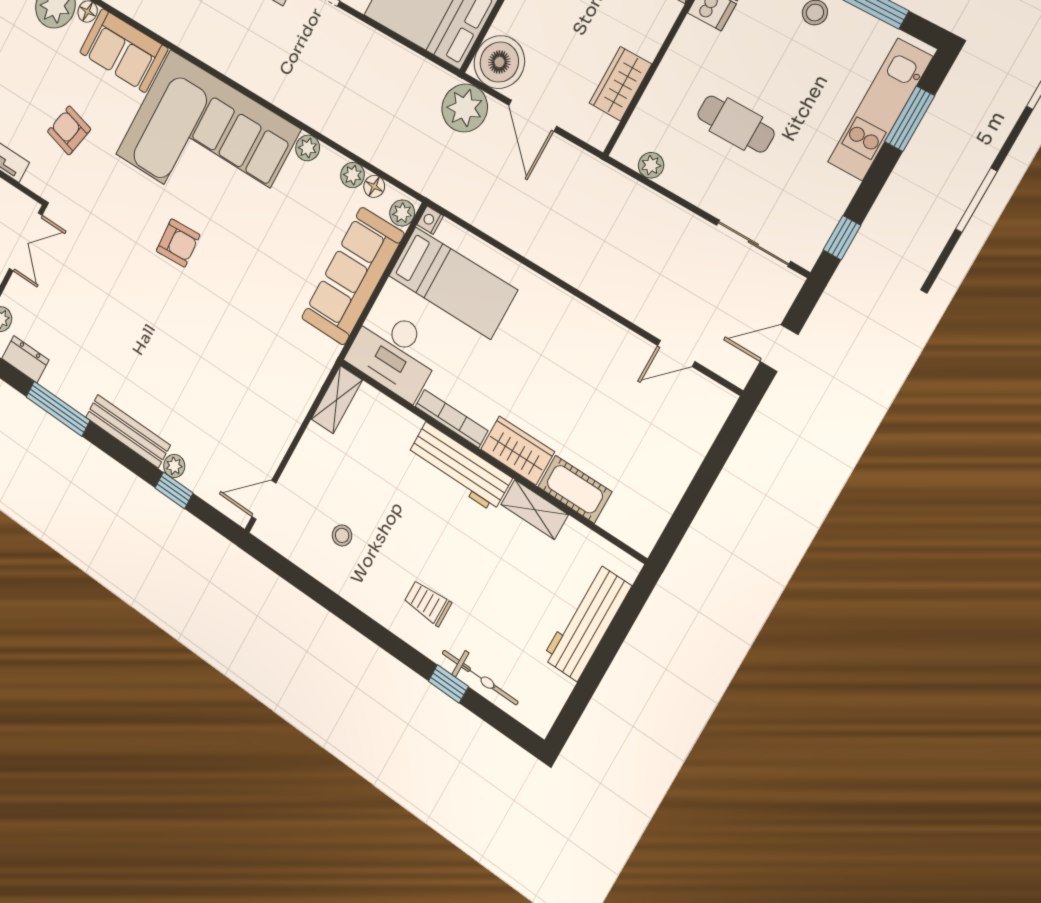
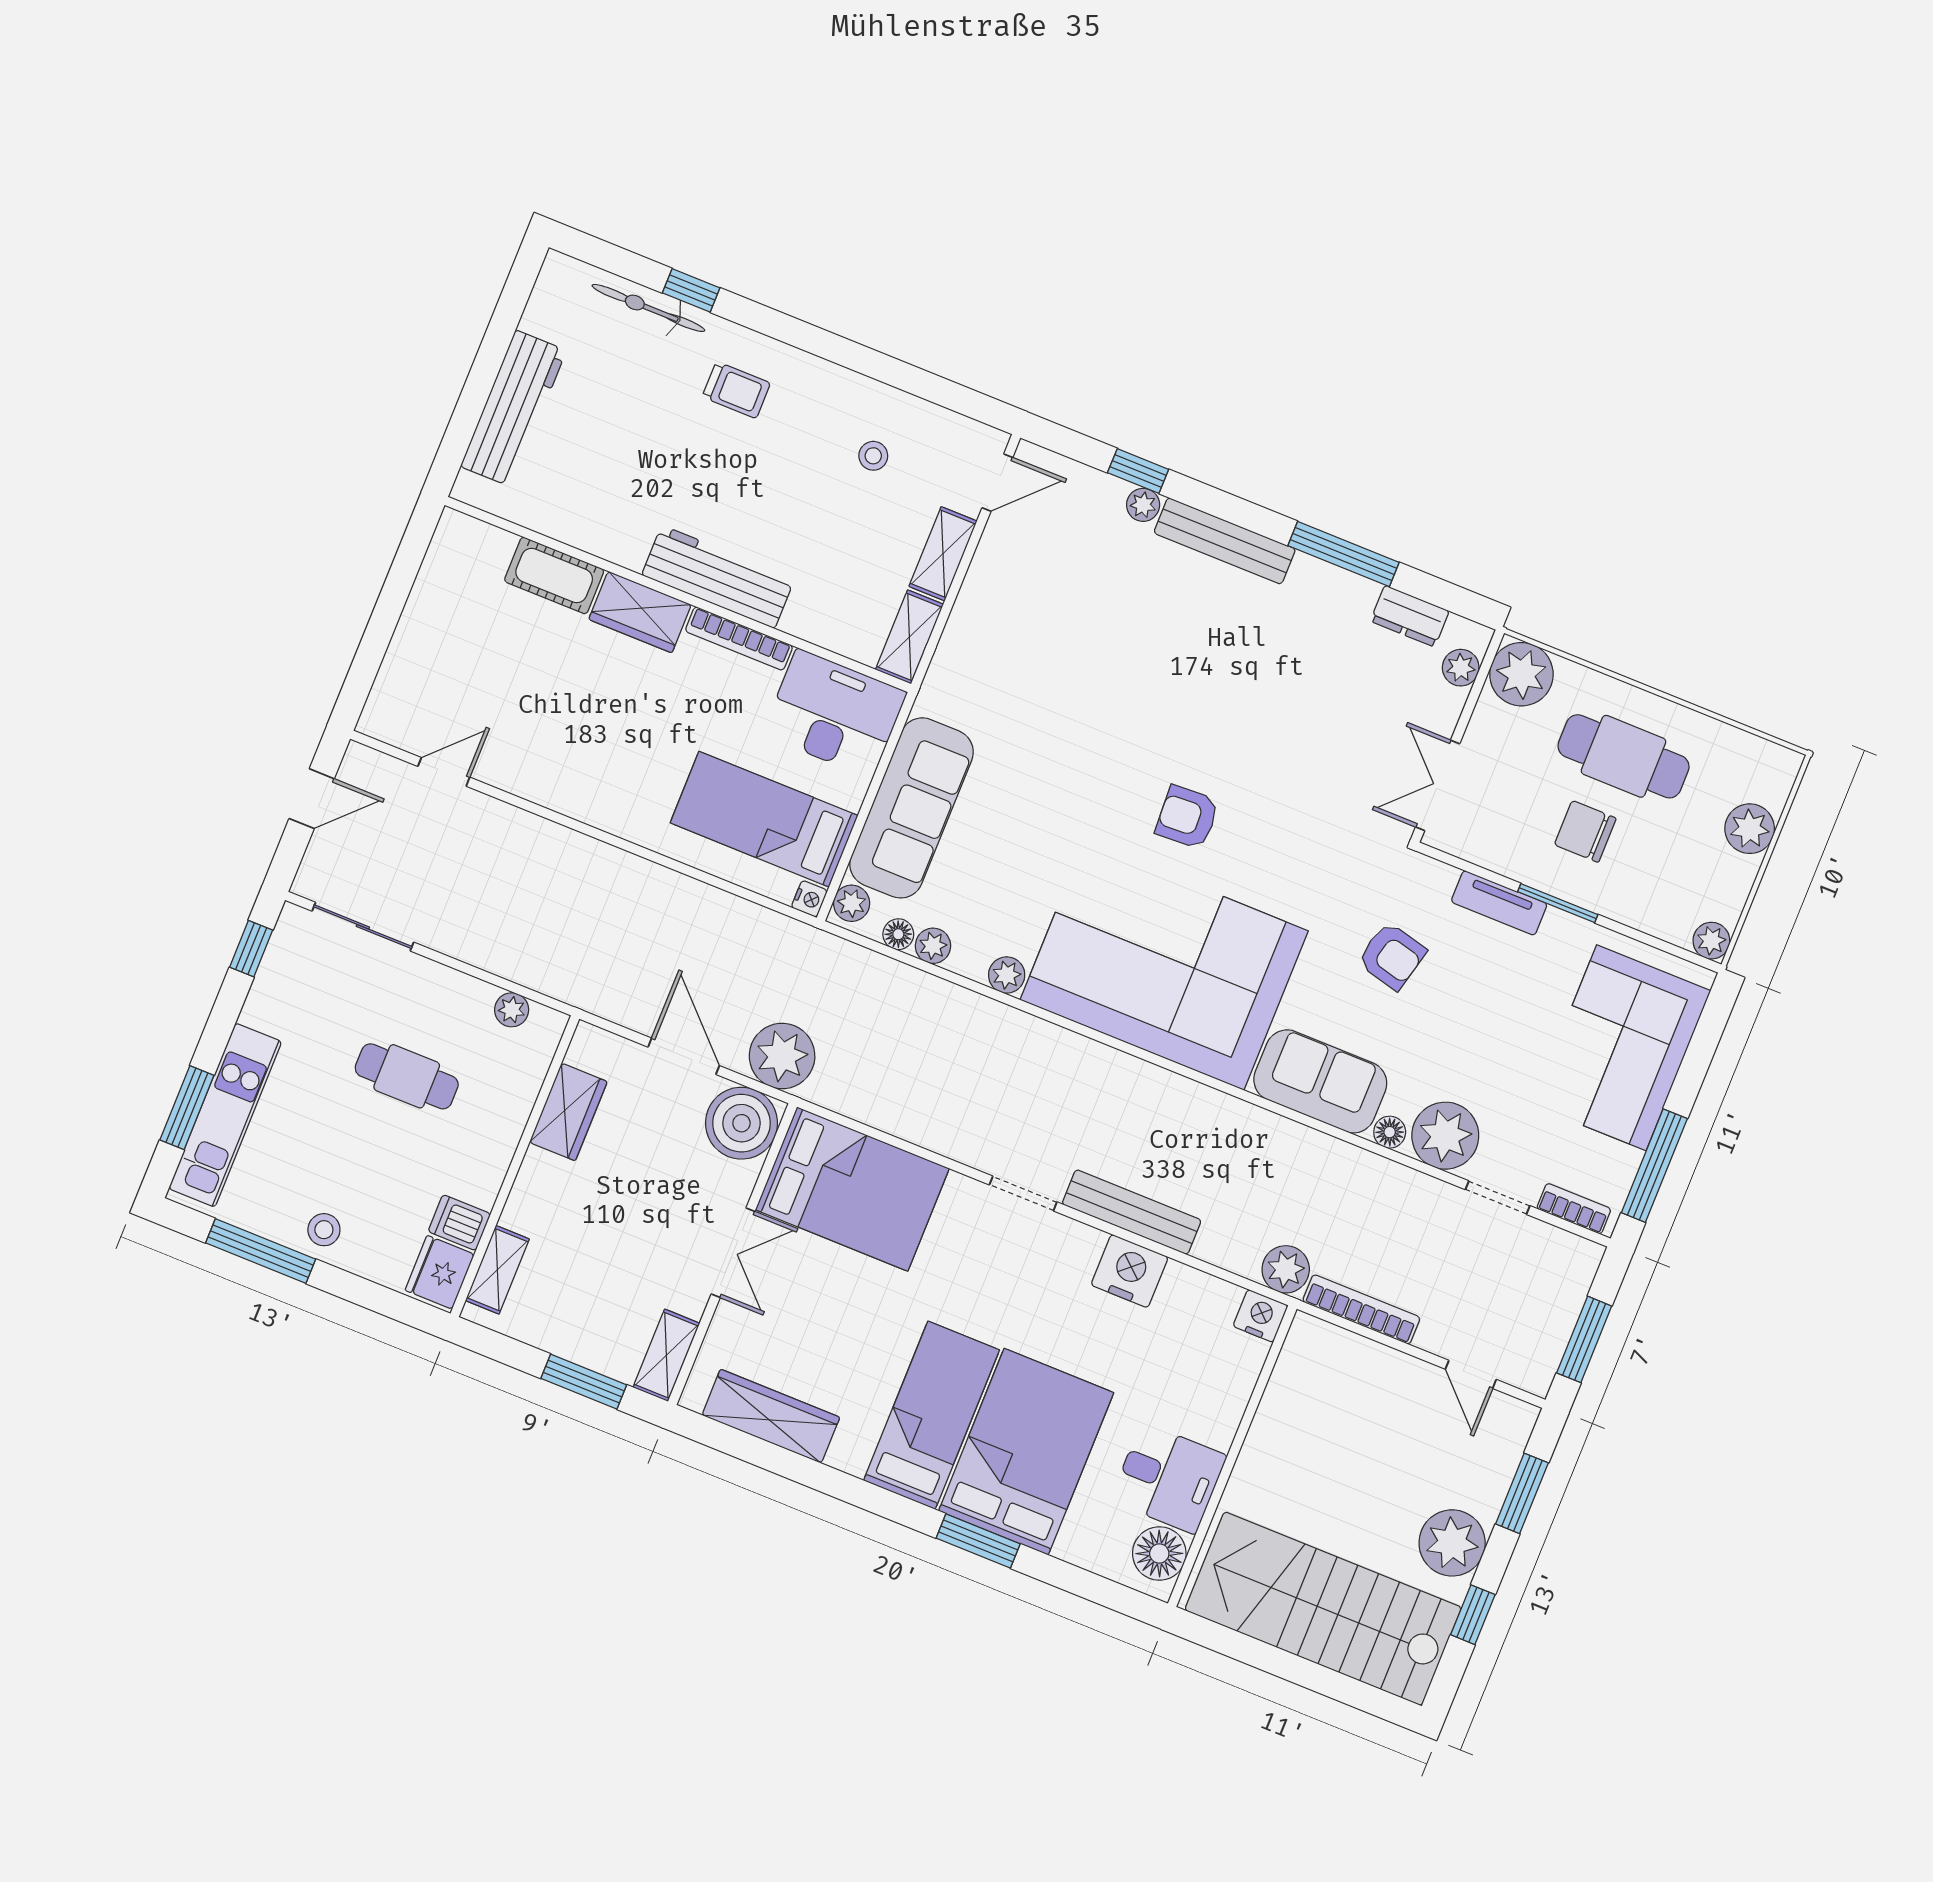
shelving: (535, 509) -> (943, 554), moved, turned 90

